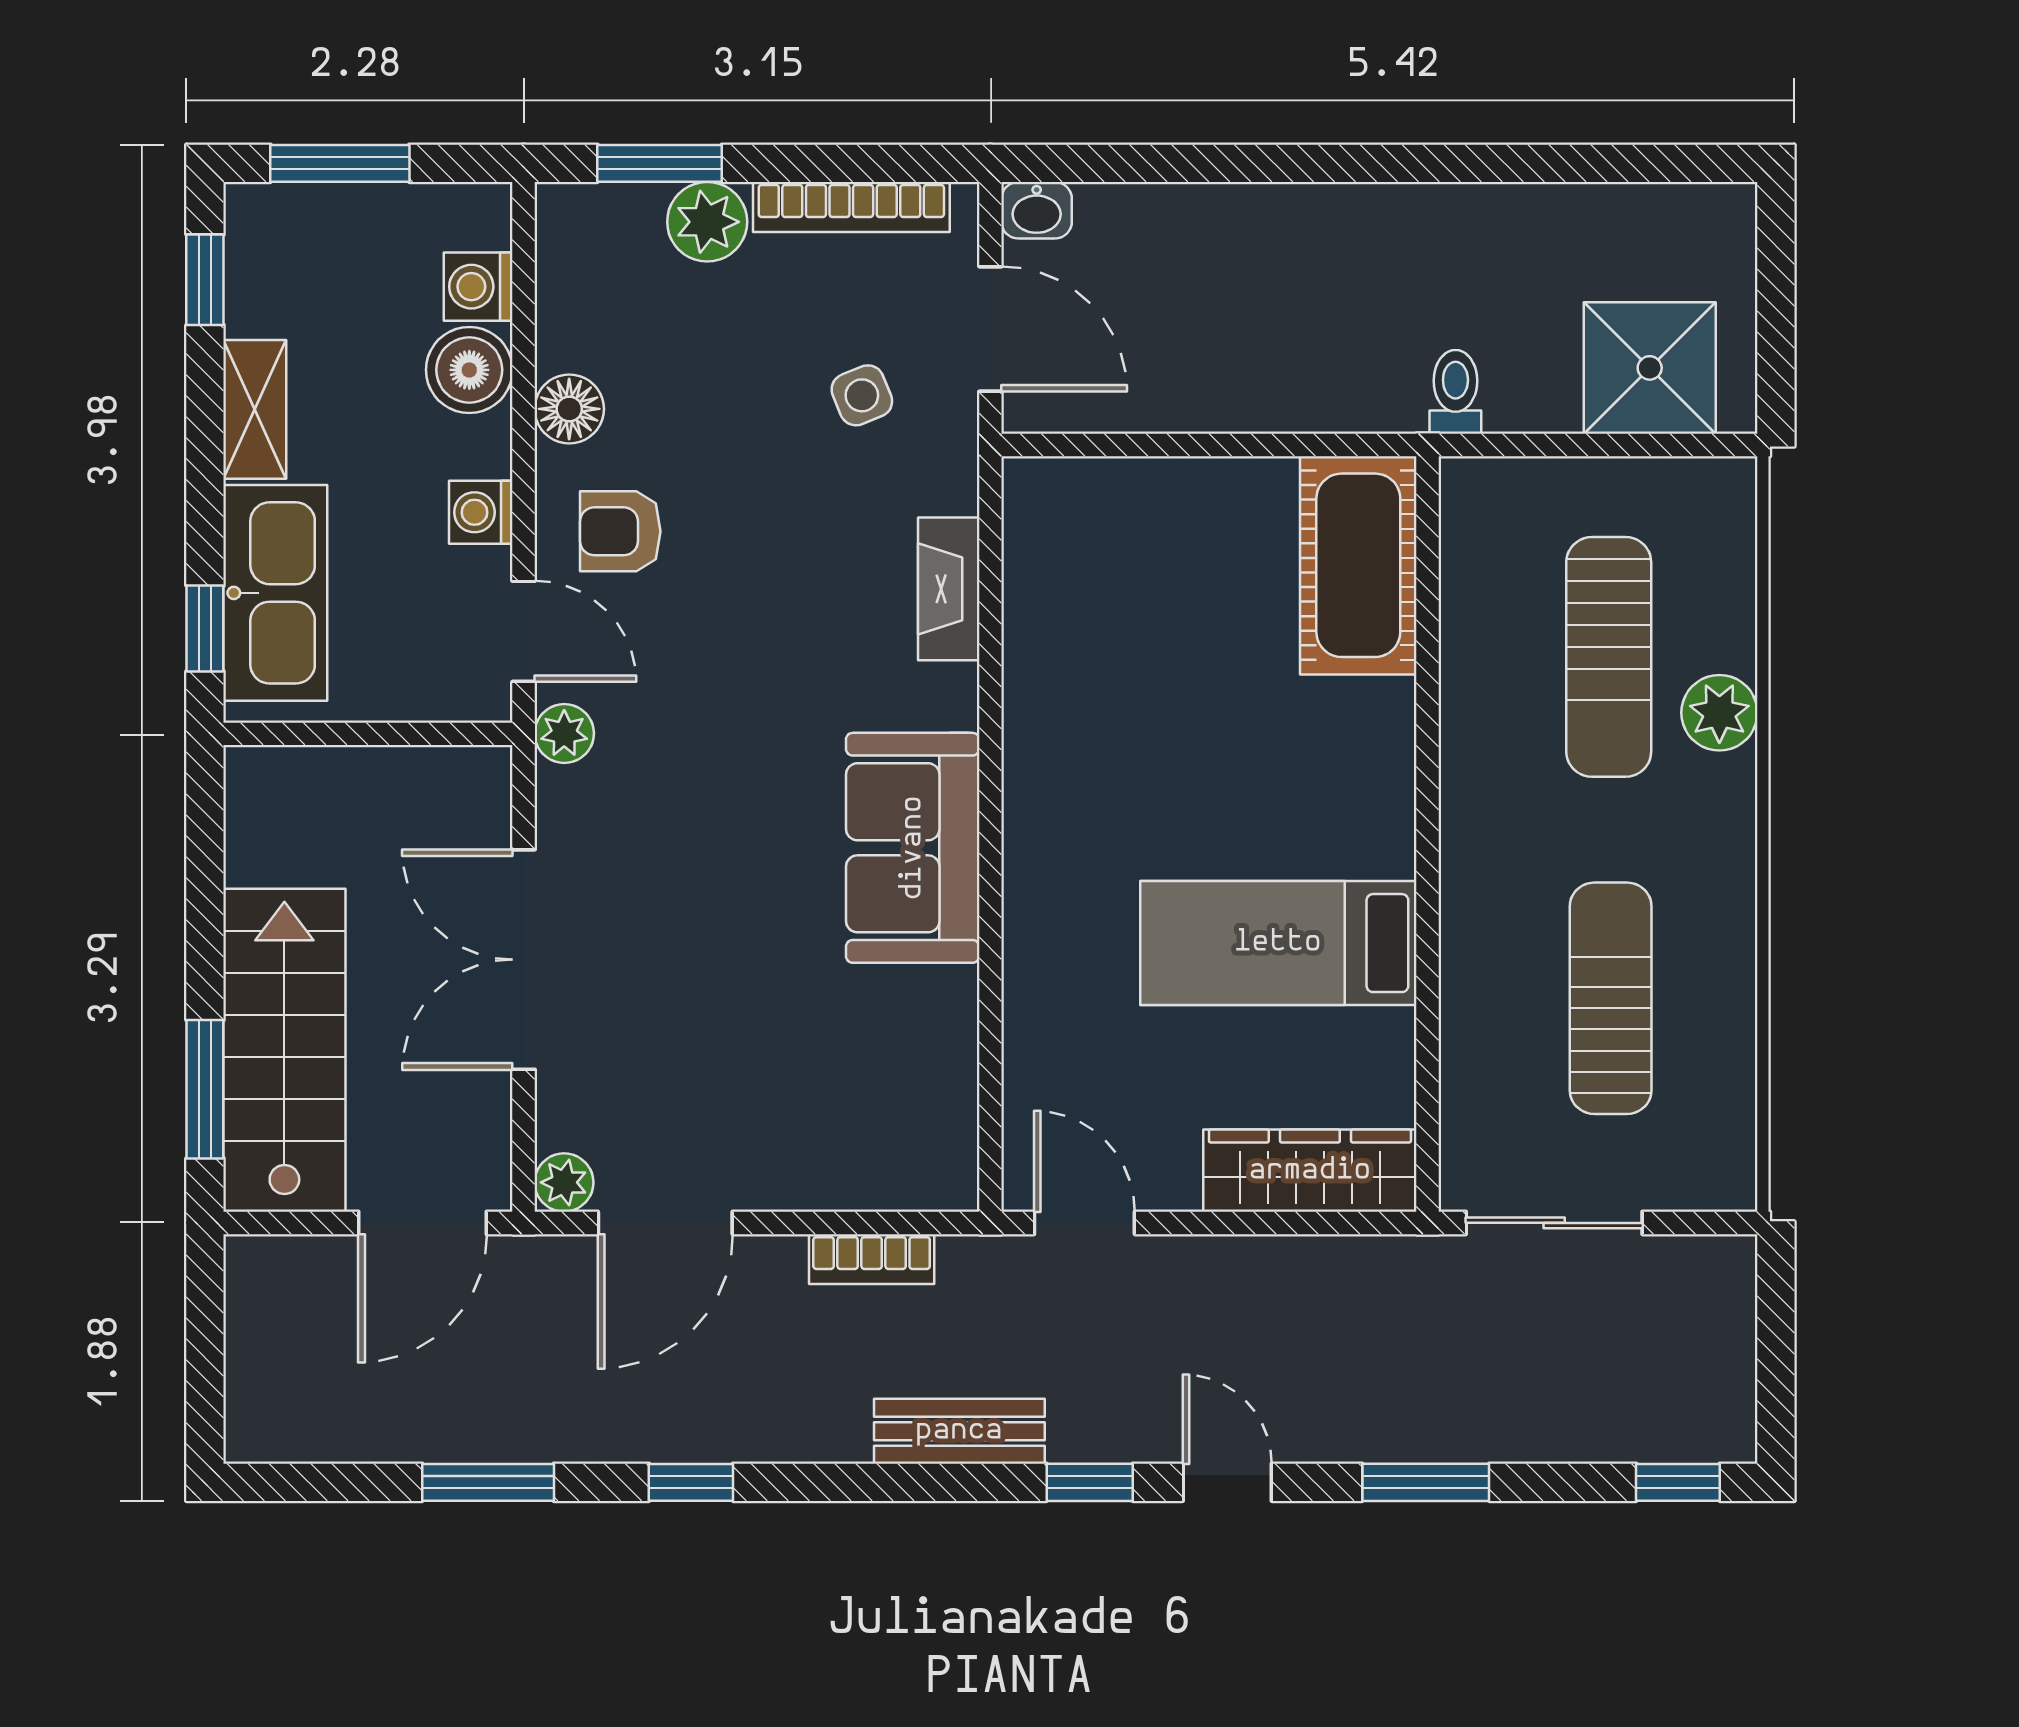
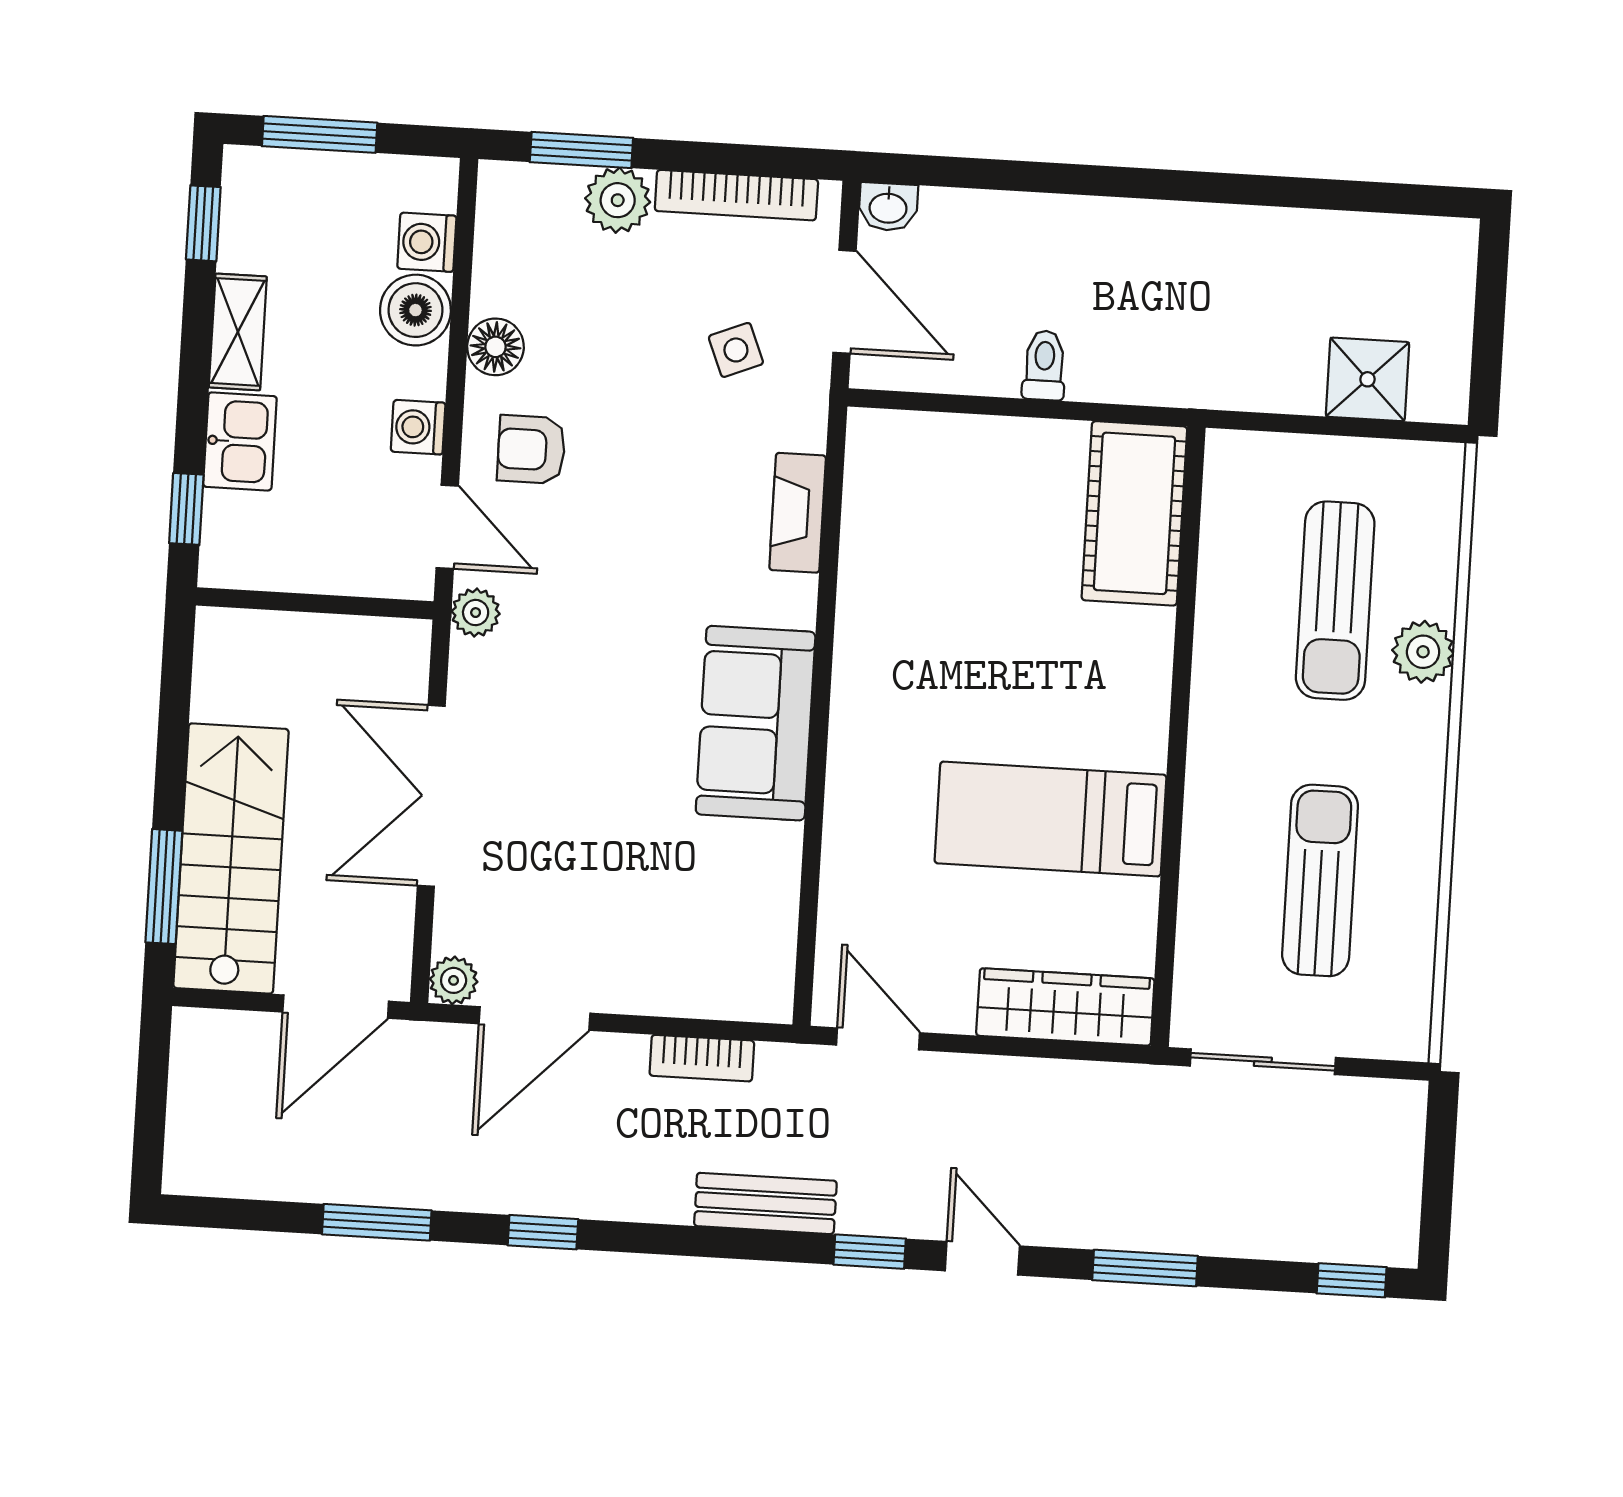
shower: (1650, 368) -> (1367, 379), width x0.73, depth x0.73
toilet: (1455, 392) -> (1044, 365), moved
kitchen sink: (275, 593) -> (240, 441), width x0.53, depth x0.81

